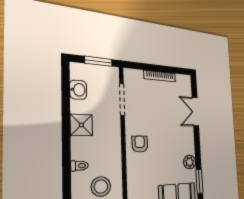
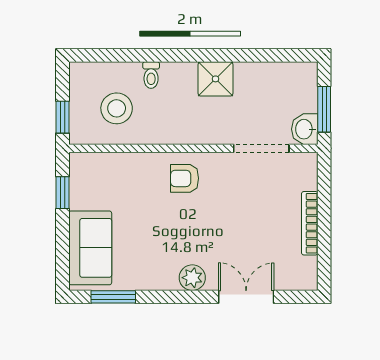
washbasin: (78, 90) -> (305, 129), moved, turned 90
armchair: (140, 144) -> (184, 178), turned 180
plant: (190, 162) -> (192, 278), moved

